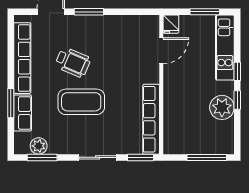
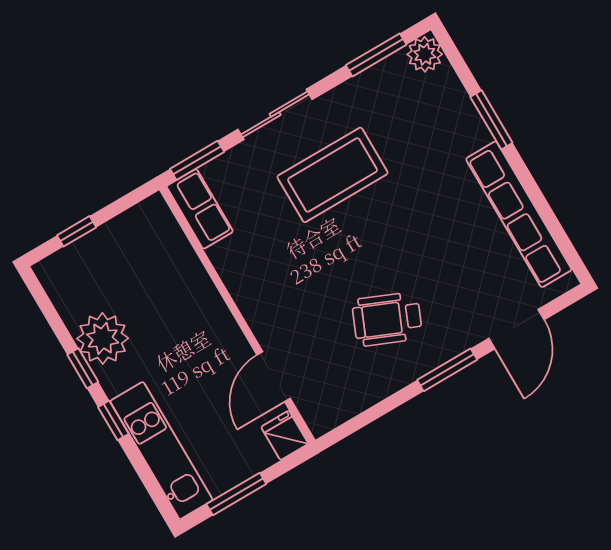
wheelchair: (73, 62) -> (387, 319), moved
coffee table: (81, 102) -> (333, 175), moved
row of seats: (23, 113) -> (459, 115), removed
row of seats: (151, 119) -> (200, 209), width x0.50
plant: (39, 146) -> (425, 54), moved
window: (207, 157) -> (77, 231), width x0.46

